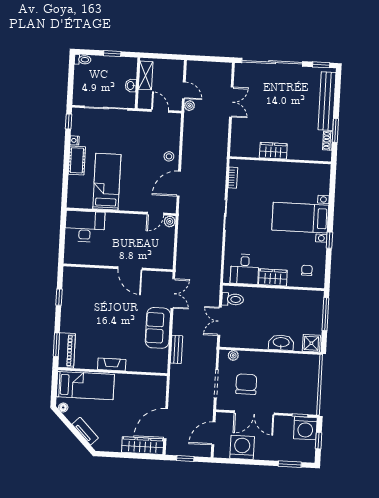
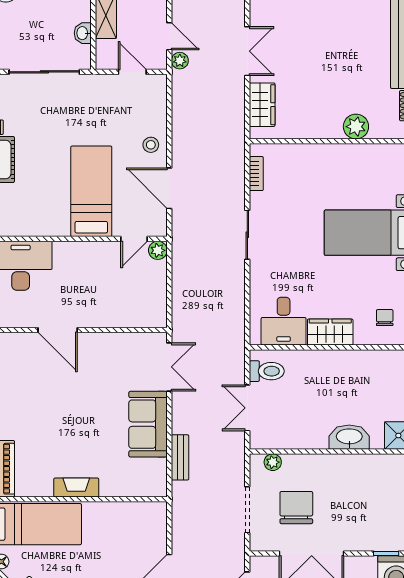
wardrobe: (273, 151) -> (262, 105), moved, turned 90
plant: (296, 152) -> (356, 127), added
bed: (107, 182) -> (91, 191), moved
door: (179, 184) -> (169, 188), hinge flipped
door: (130, 268) -> (58, 330), moved

